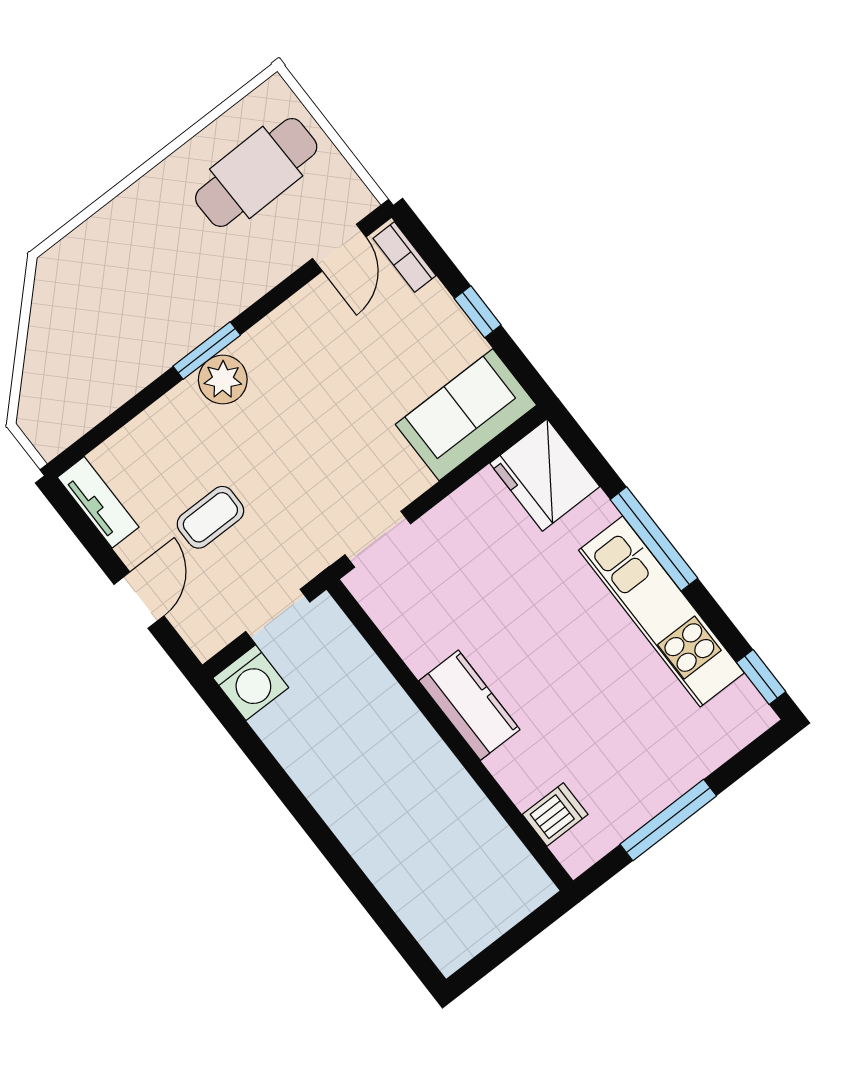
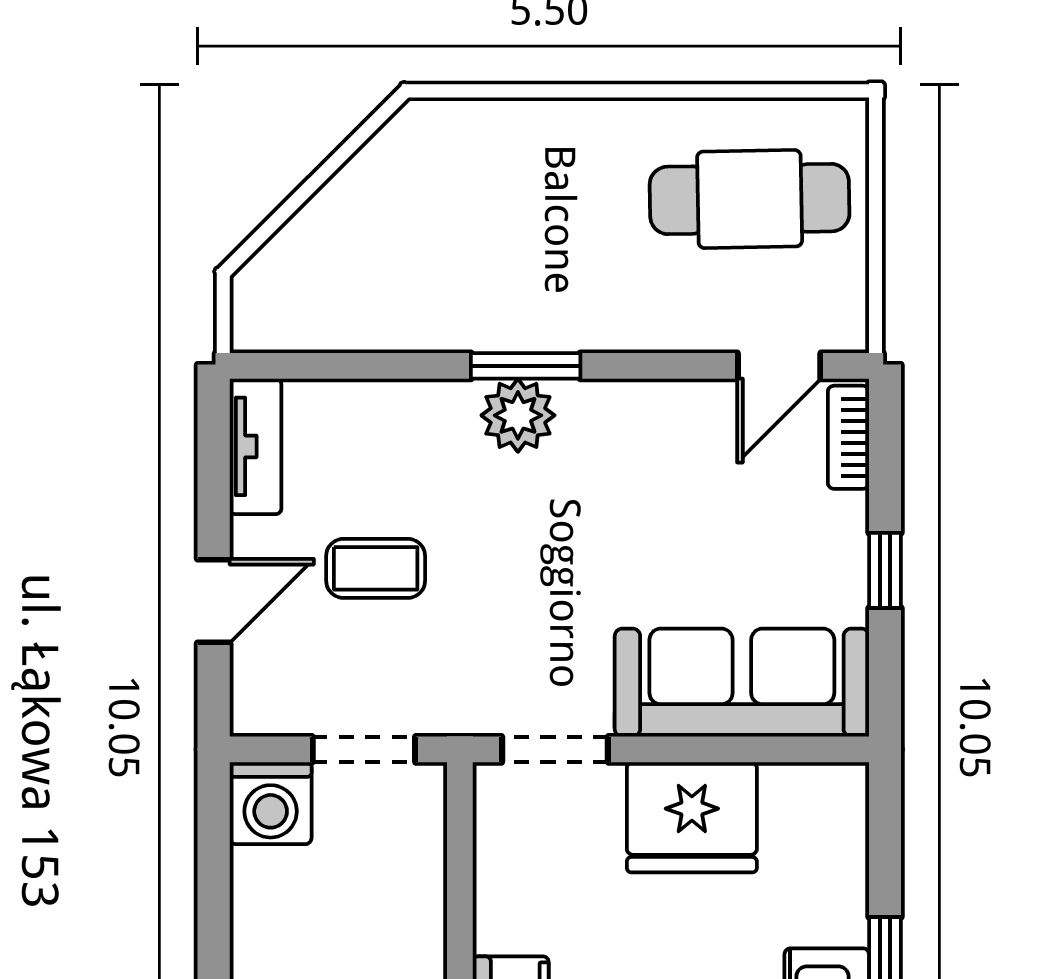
sofa: (466, 415) -> (742, 683), width x1.36
fridge: (545, 475) -> (692, 817), moved, turned -90

